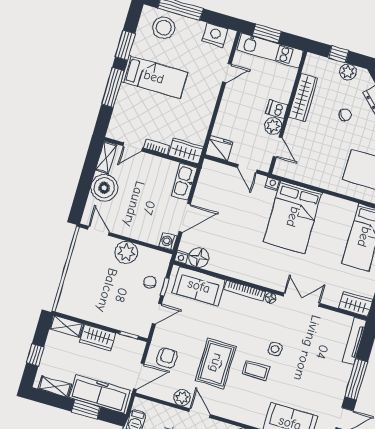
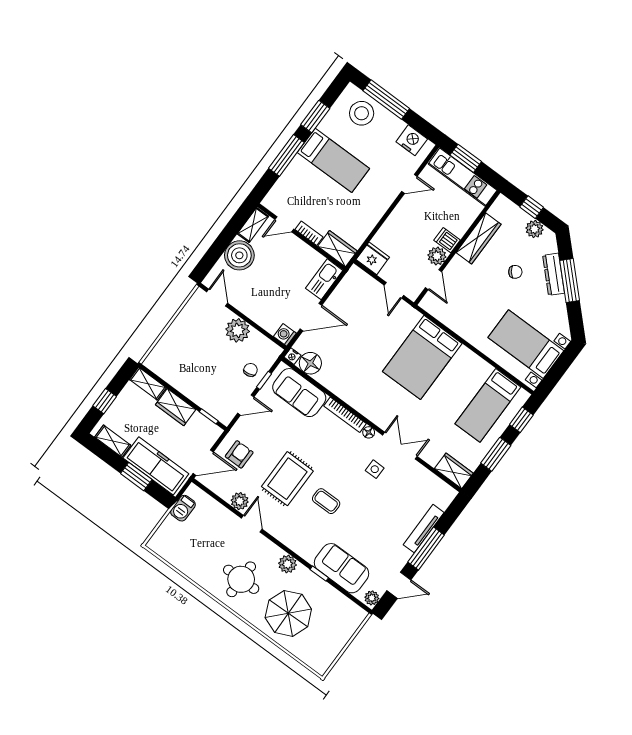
nightstand: (272, 184) -> (414, 315), removed
tv unit: (354, 341) -> (424, 529), moved
side table: (275, 349) -> (375, 469), moved

